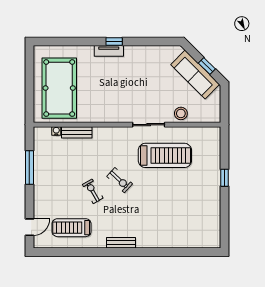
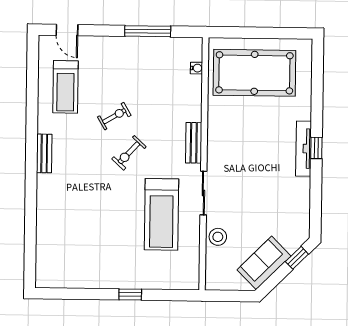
tv unit: (109, 51) -> (304, 149), width x1.41
window: (207, 66) -> (297, 258), moved
sofa: (195, 74) -> (264, 263), width x0.73
bench: (77, 132) -> (194, 143), moved
treadmill: (72, 228) -> (65, 87), turned 180

